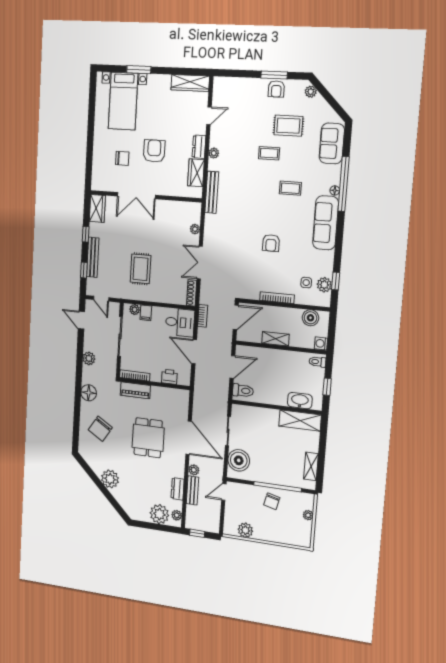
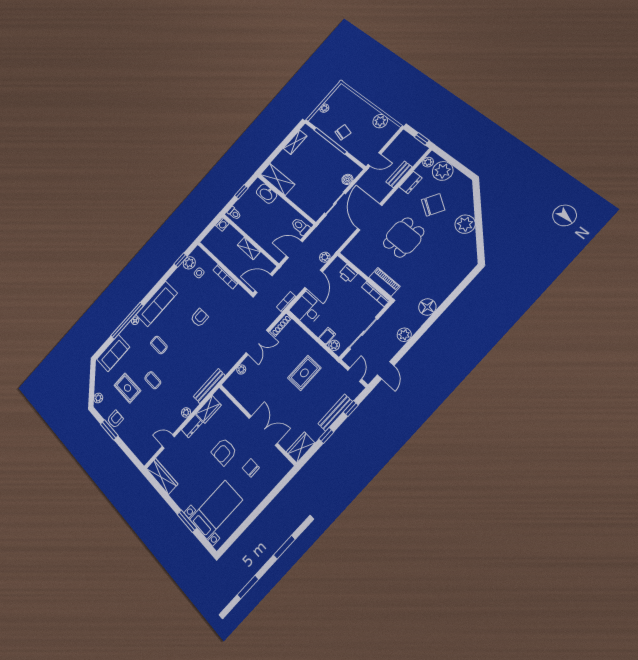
boiler: (310, 318) -> (215, 247), removed
chair: (100, 429) -> (433, 205), moved
boiler: (239, 460) -> (347, 179), width x0.54, depth x0.54
plant: (194, 470) -> (325, 257), moved

